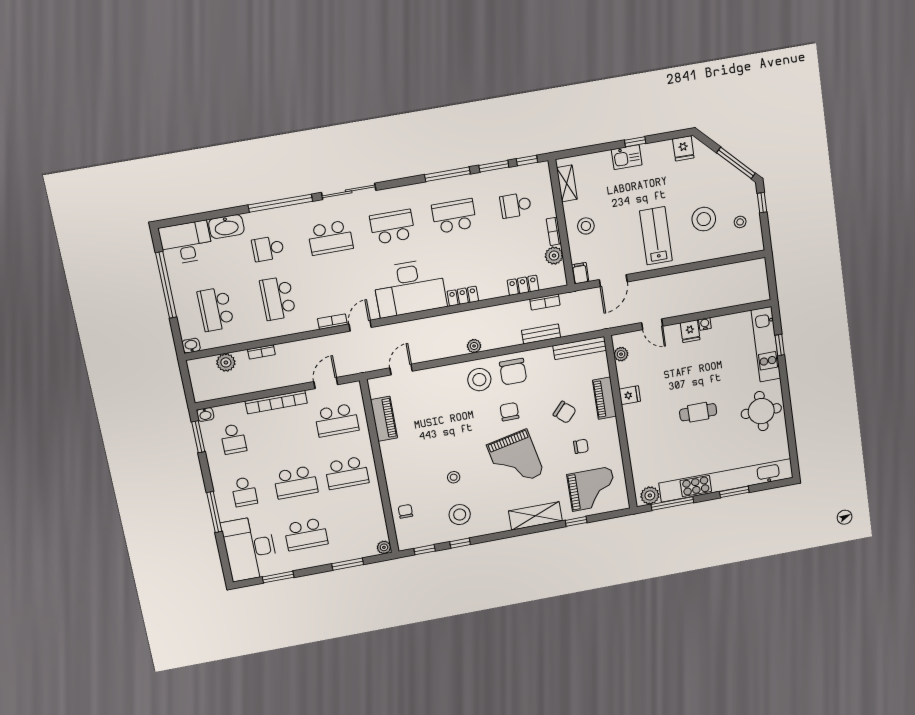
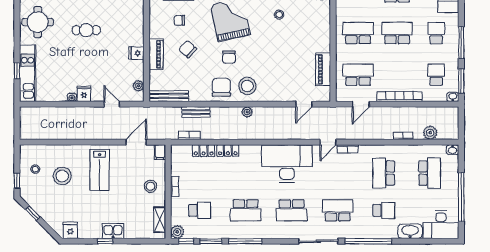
window: (736, 163) -> (33, 213), width x0.46
plant: (554, 256) -> (177, 232), moved
locker: (463, 296) -> (228, 151), moved
school desk: (278, 298) -> (384, 173), turned 180
window: (214, 512) -> (461, 43), moved

